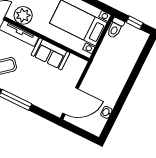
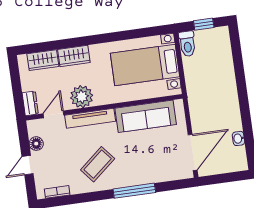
sofa: (50, 54) -> (146, 116), width x1.36

